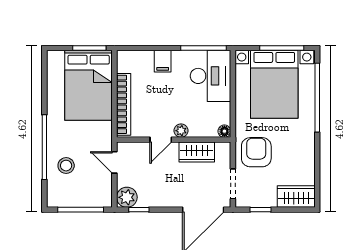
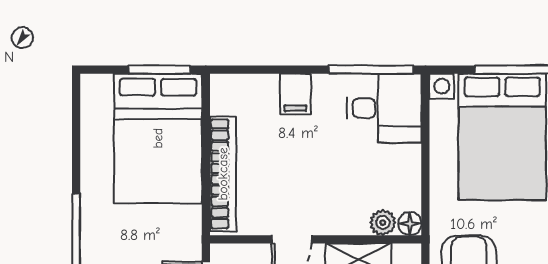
desk: (211, 76) -> (384, 108), width x0.73
plant: (181, 131) -> (383, 223), moved

